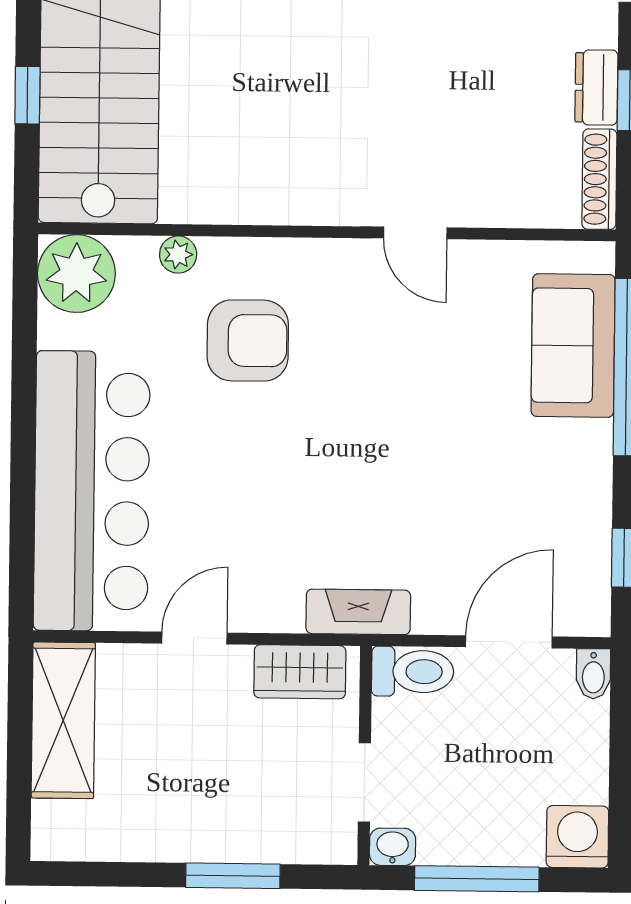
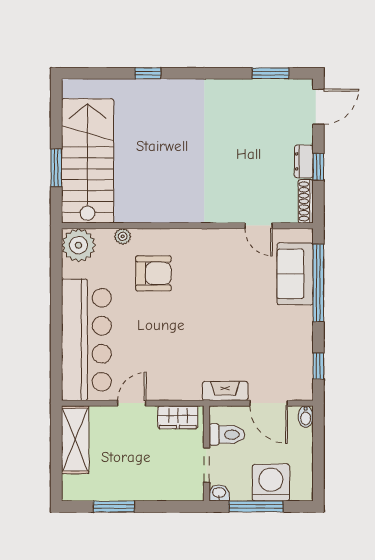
window: (27, 95) -> (56, 168), width x1.50
door: (415, 233) -> (259, 226), moved
fireplace: (358, 612) -> (225, 391), moved
door: (509, 642) -> (269, 403), swing flipped
toilet: (413, 671) -> (227, 435), moved
washing machine: (577, 837) -> (271, 483), moved, width x1.37, depth x1.37
window: (233, 876) -> (114, 506), moved

